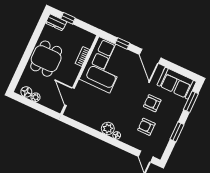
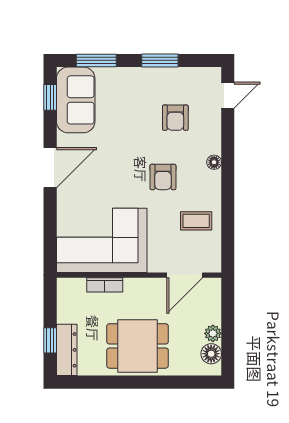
dresser: (56, 22) -> (67, 350), width x1.44
window: (122, 43) -> (50, 97), moved
armchair: (152, 103) -> (163, 177), moved
coffee table: (93, 114) -> (196, 221), added
plant: (108, 128) -> (209, 183), removed

